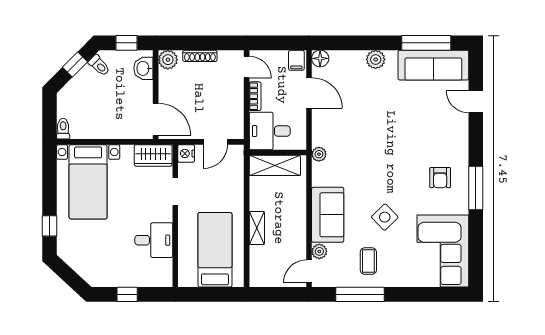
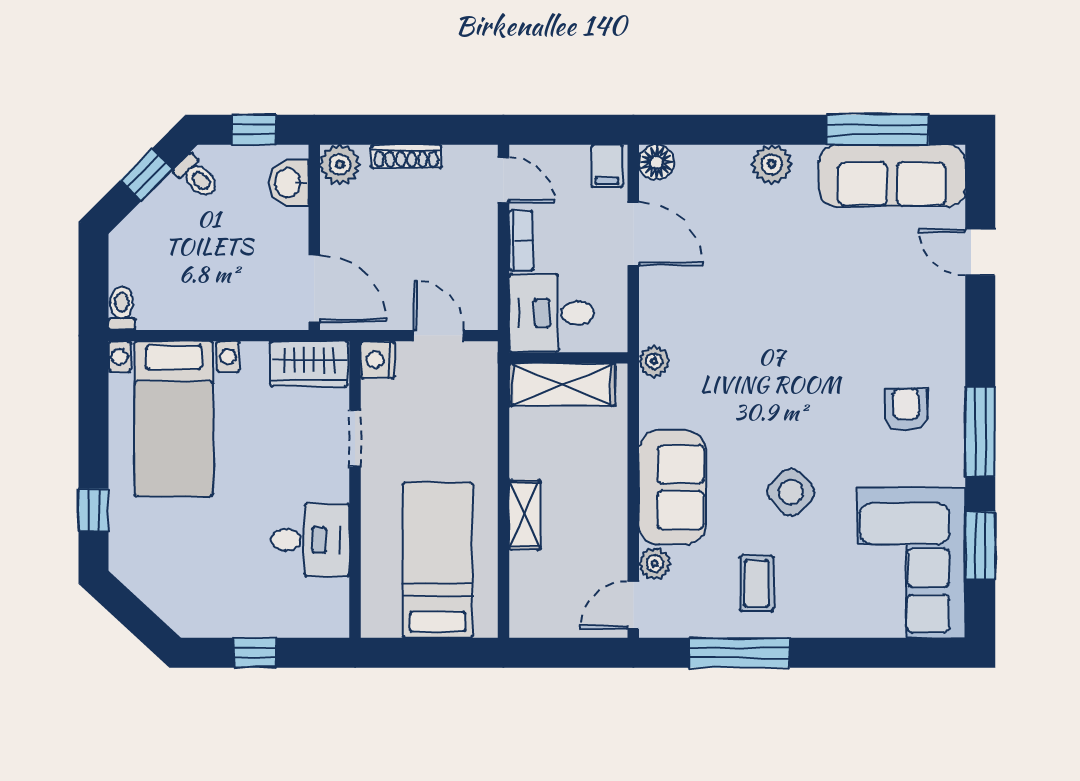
door: (215, 142) -> (439, 336), swing flipped
armchair: (440, 178) -> (906, 410), turned 180
window: (476, 243) -> (980, 546), added

